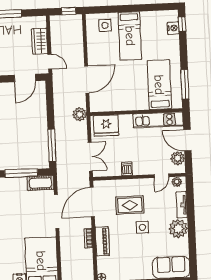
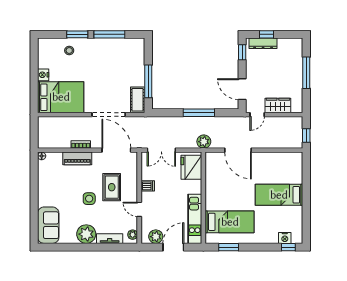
side table: (105, 25) -> (291, 171), removed
window: (185, 84) -> (229, 247), width x0.69
window: (52, 145) -> (199, 113), moved
door: (161, 176) -> (139, 209), moved

